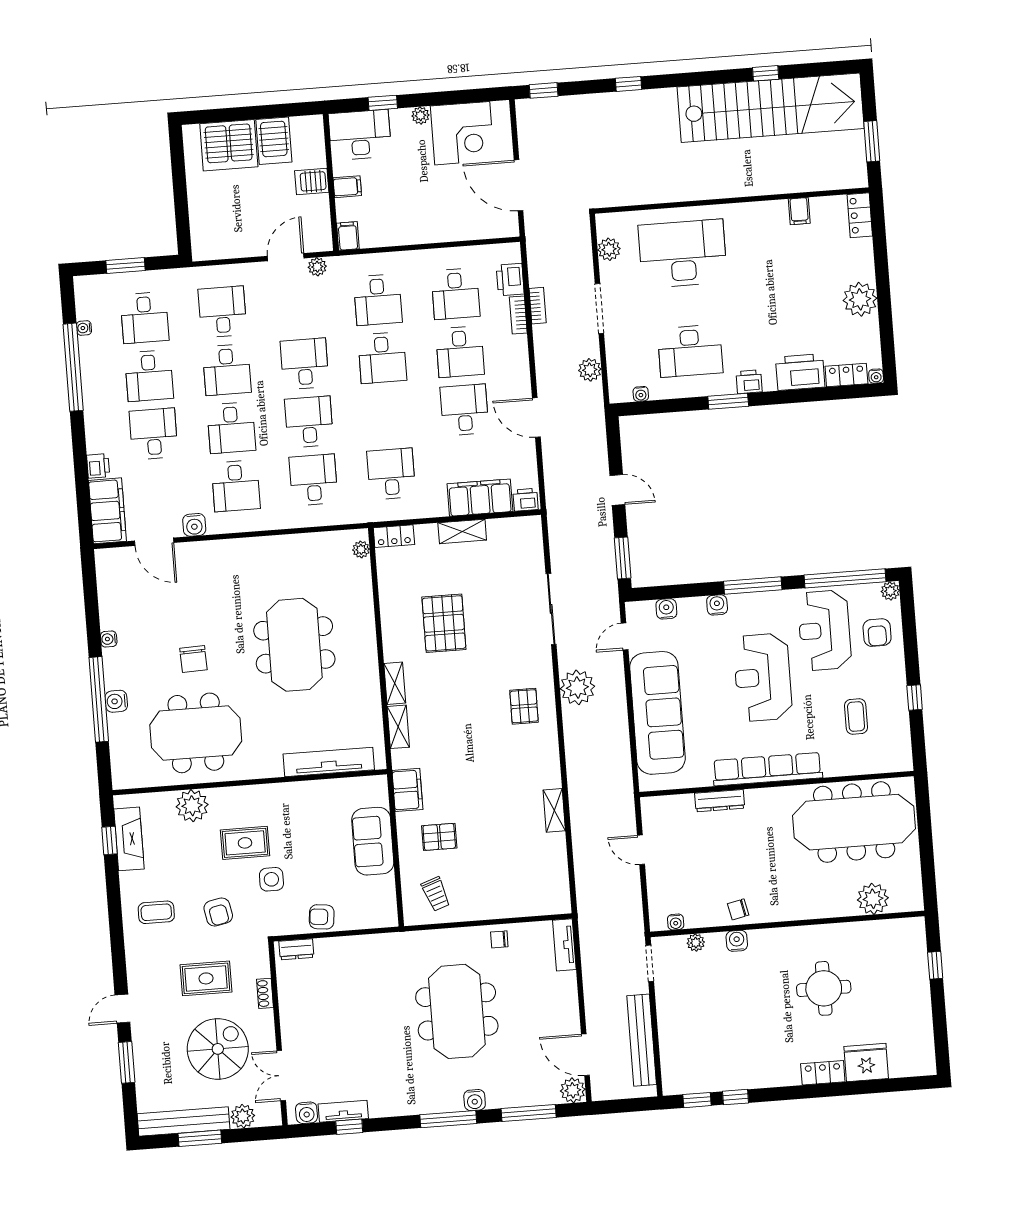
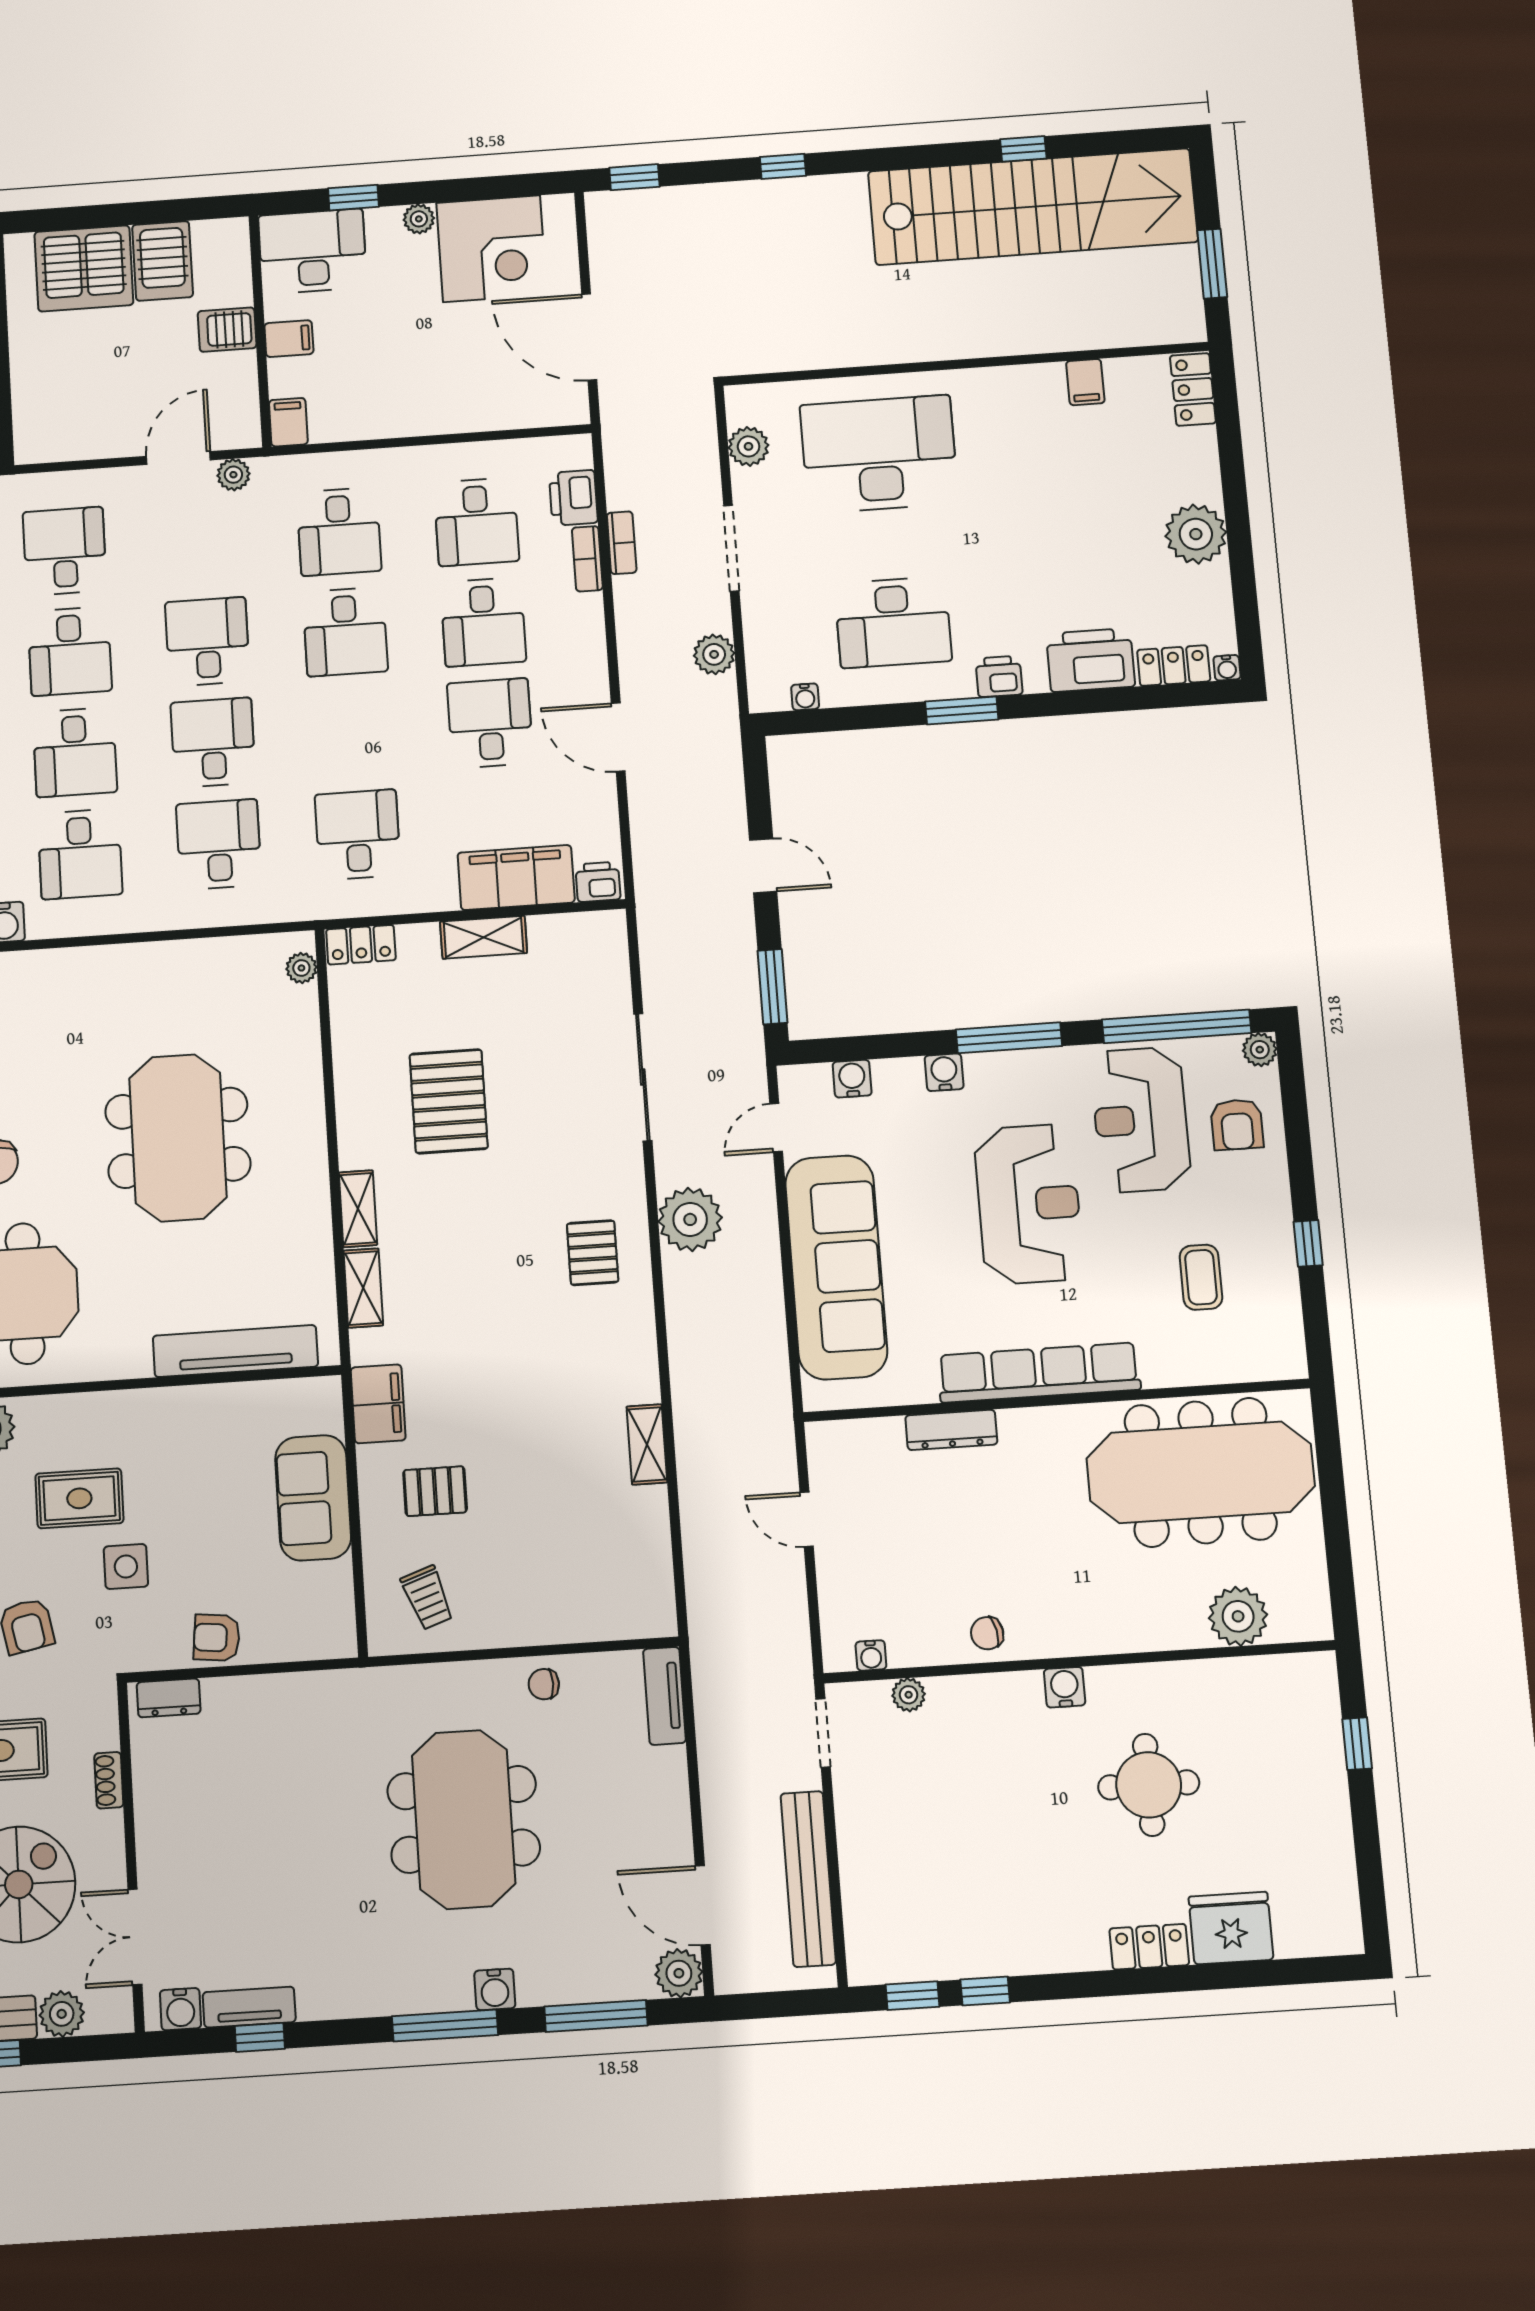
reception desk: (763, 677) -> (1029, 1204), turned 180
water cooler: (737, 941) -> (1065, 1687), moved

